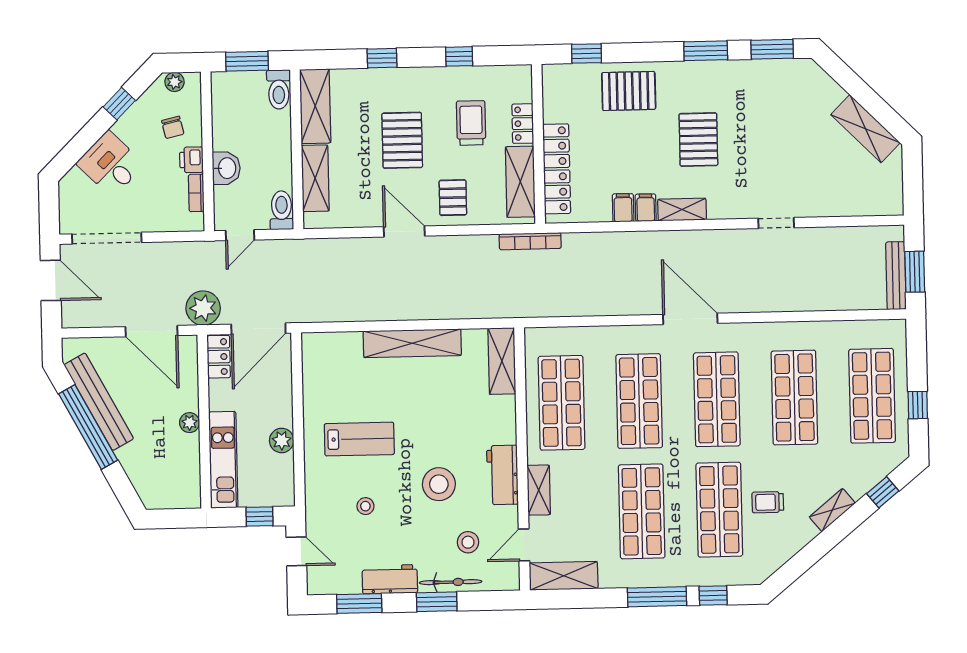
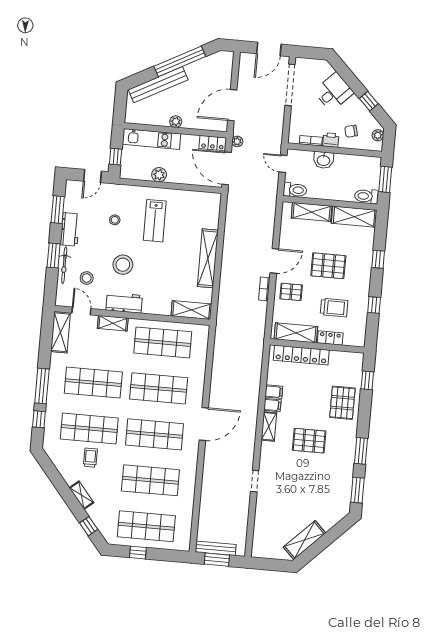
bookcase: (530, 241) -> (264, 289), moved, width x0.64
plant: (203, 308) -> (237, 141), width x0.53, depth x0.53
bench: (99, 402) -> (158, 85), moved

